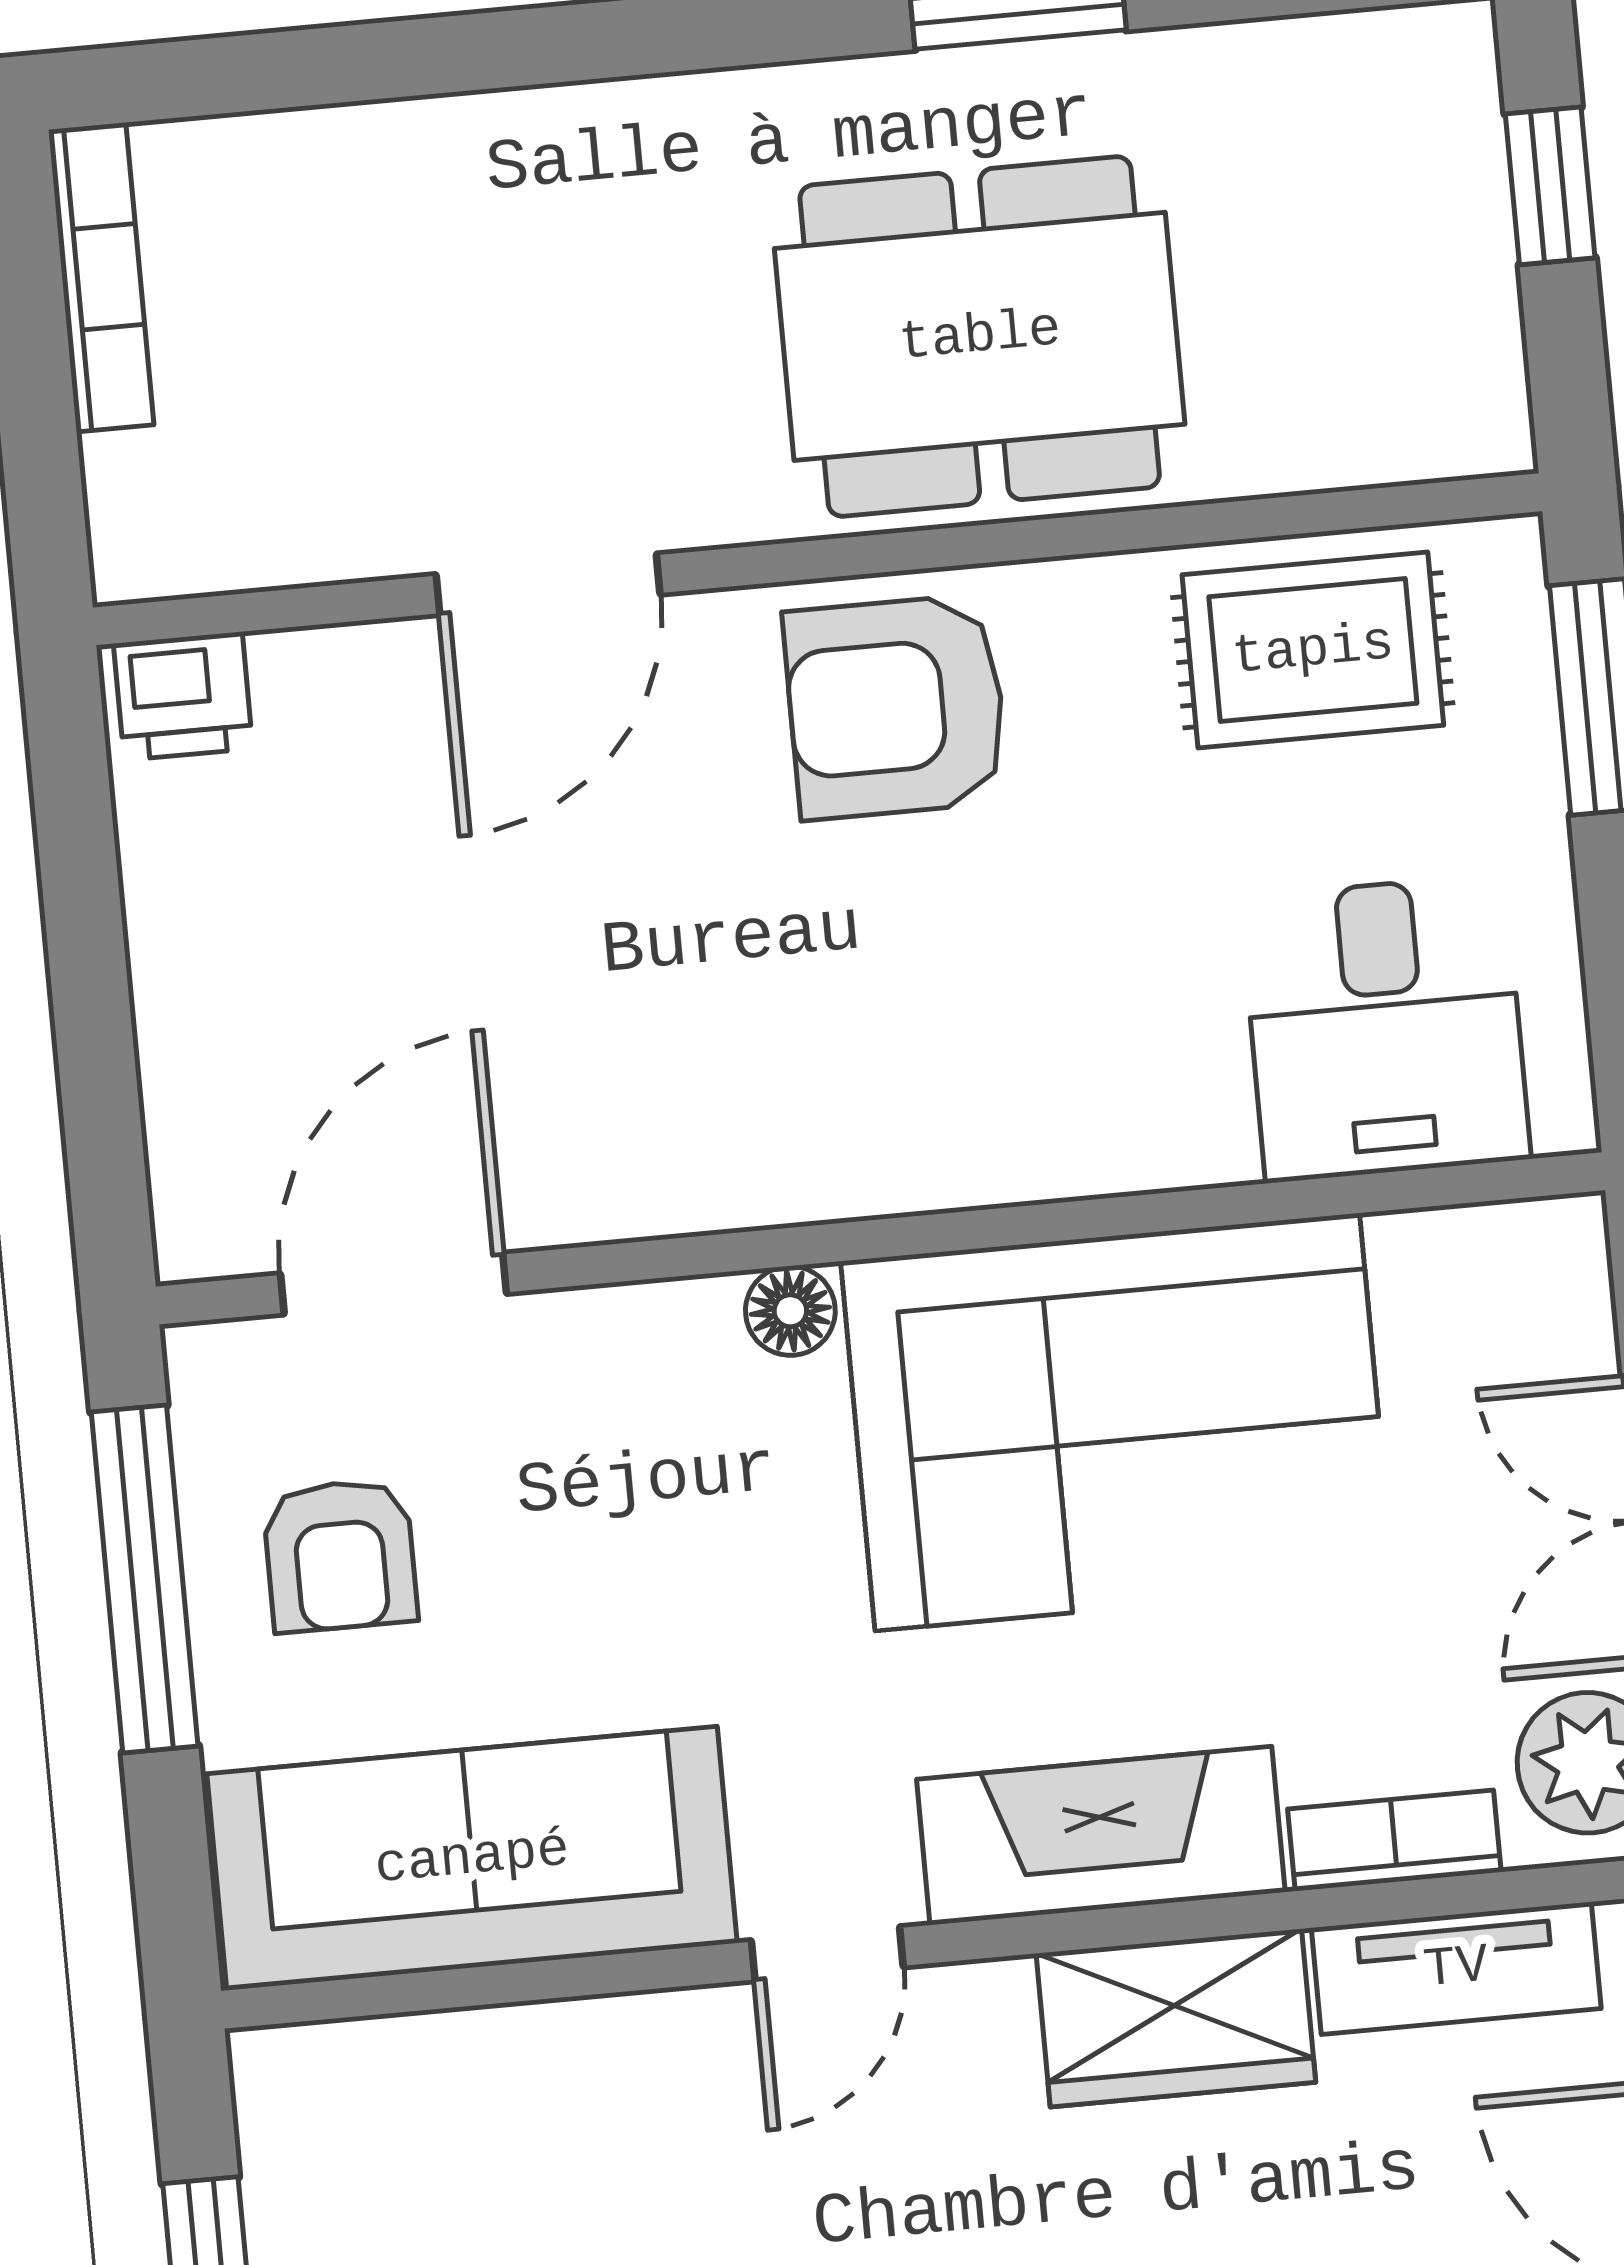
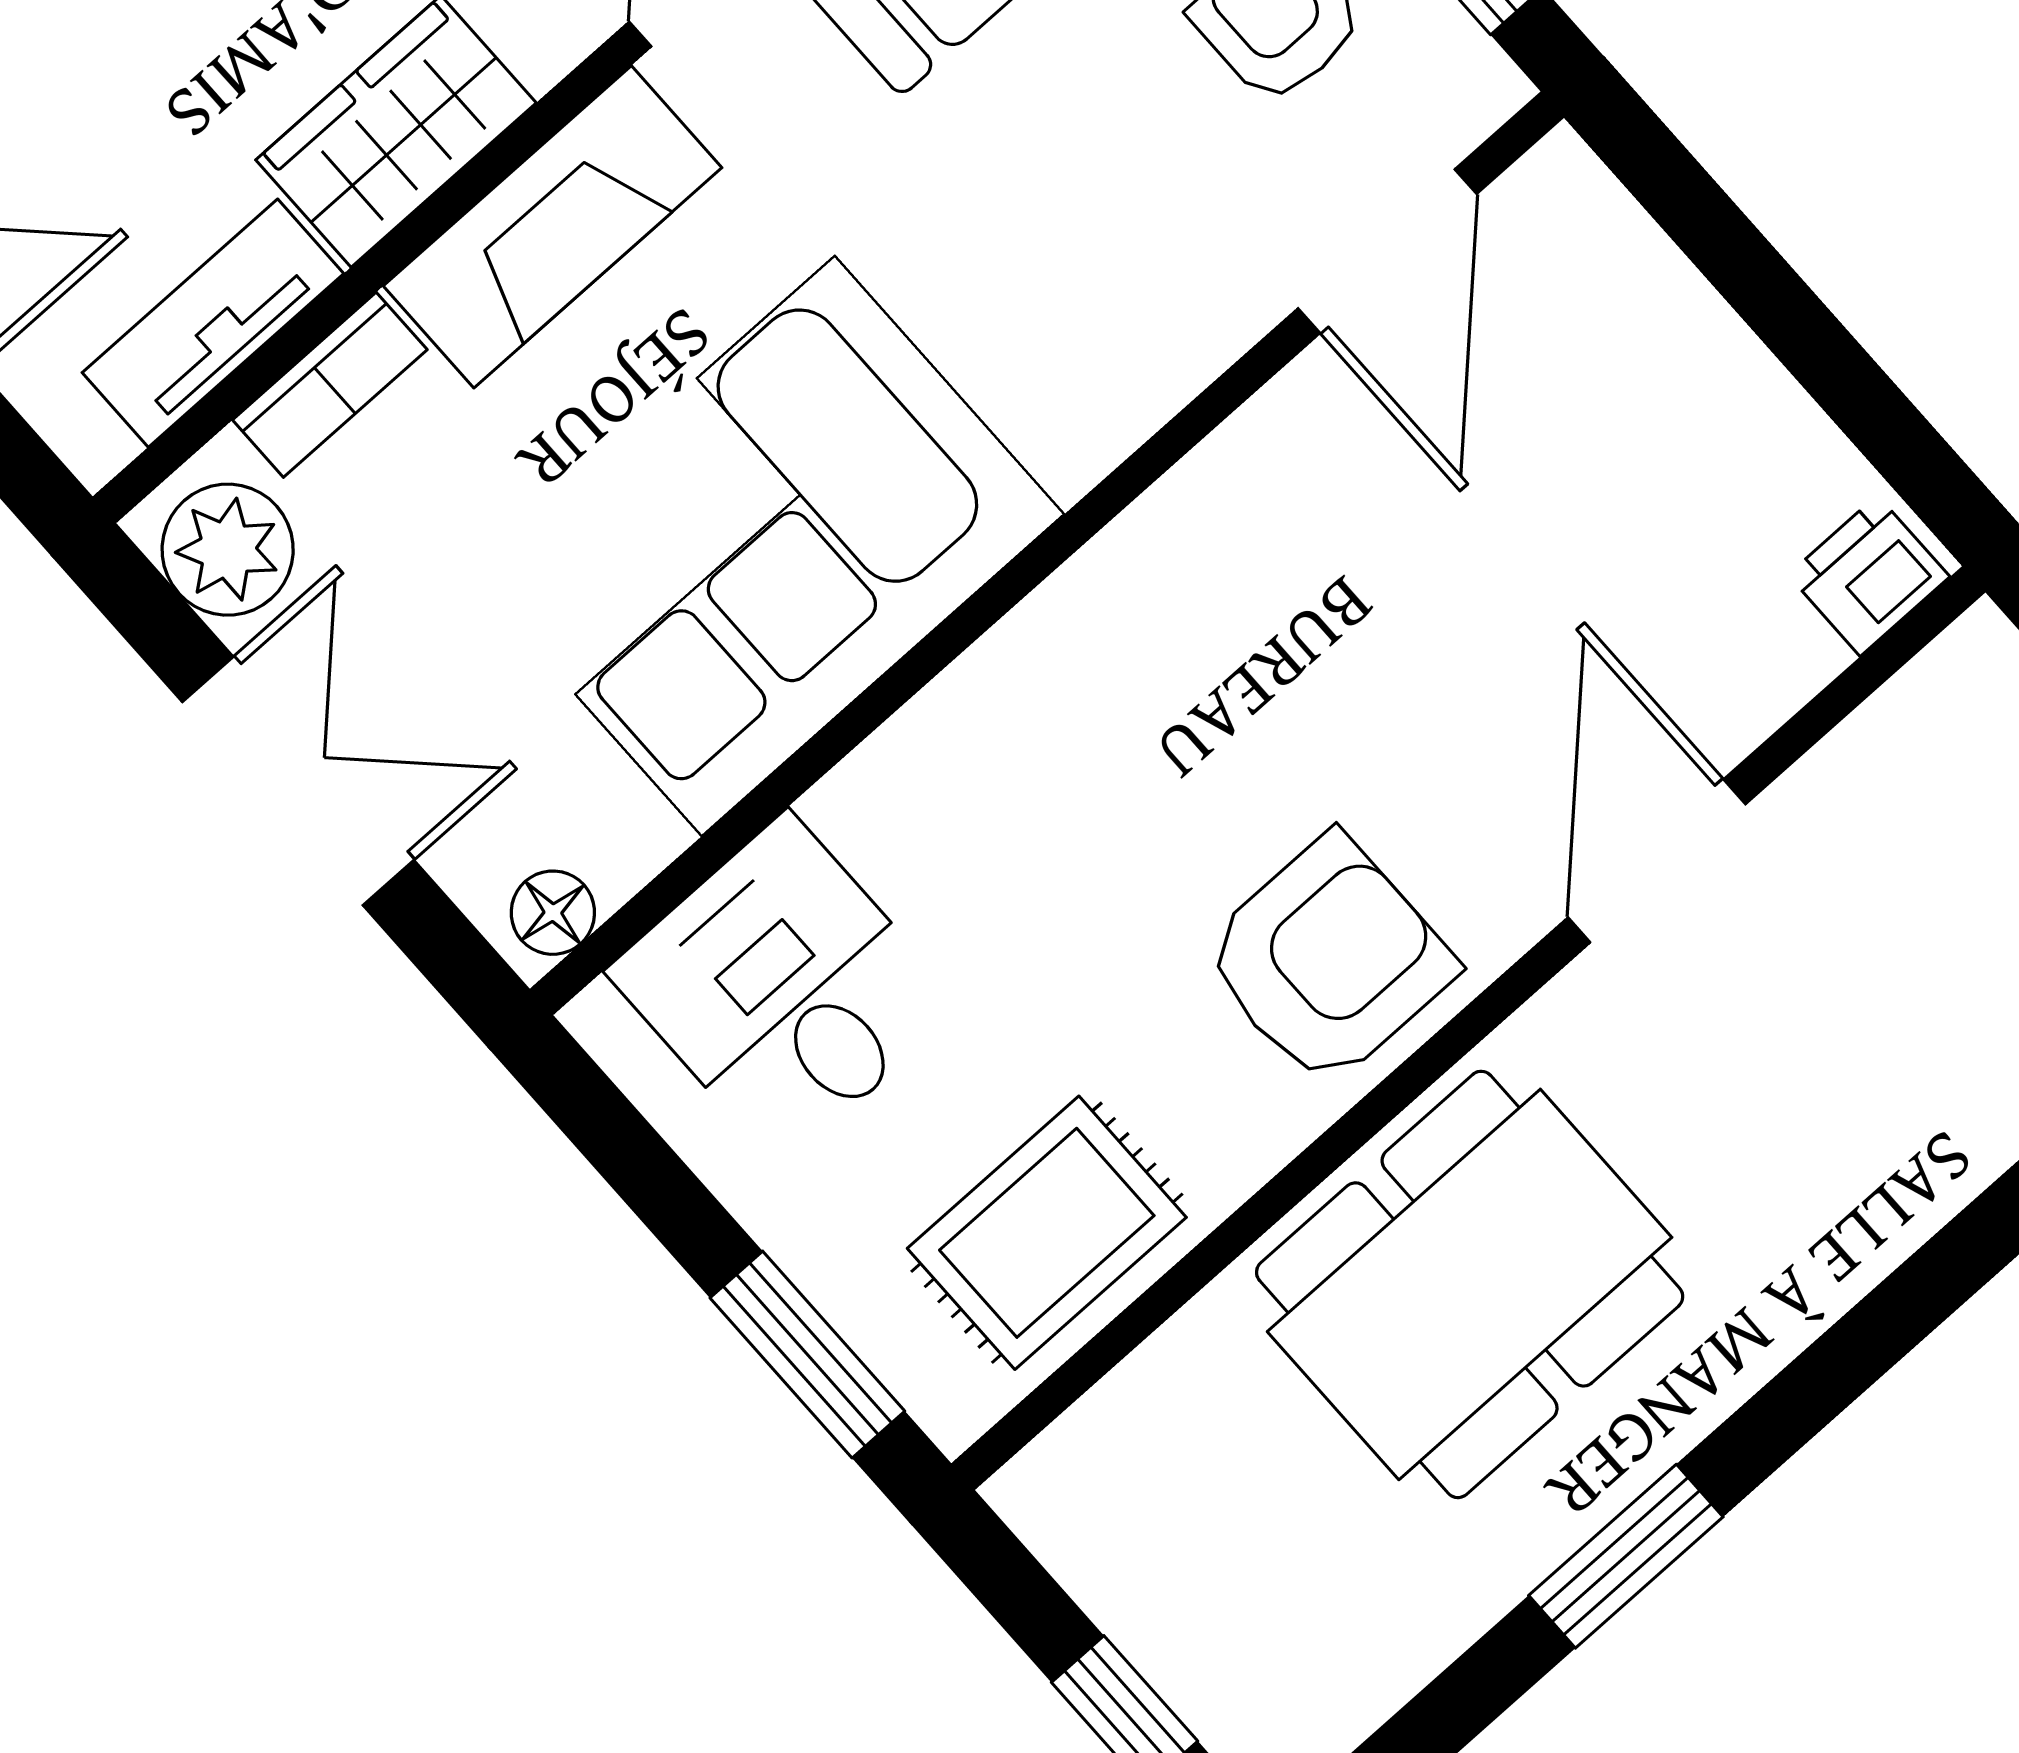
floor lamp: (790, 1311) -> (553, 913), moved

